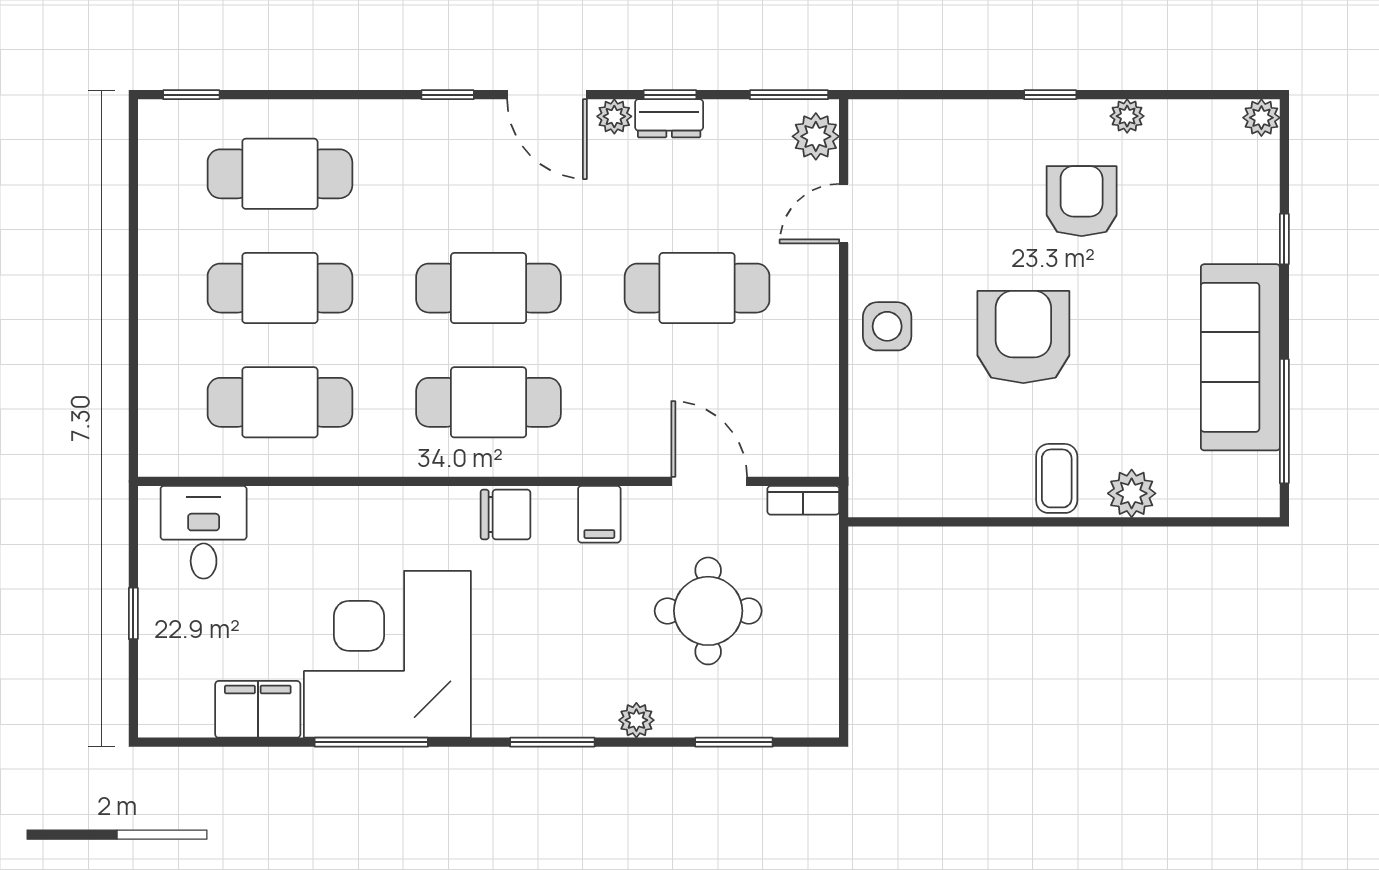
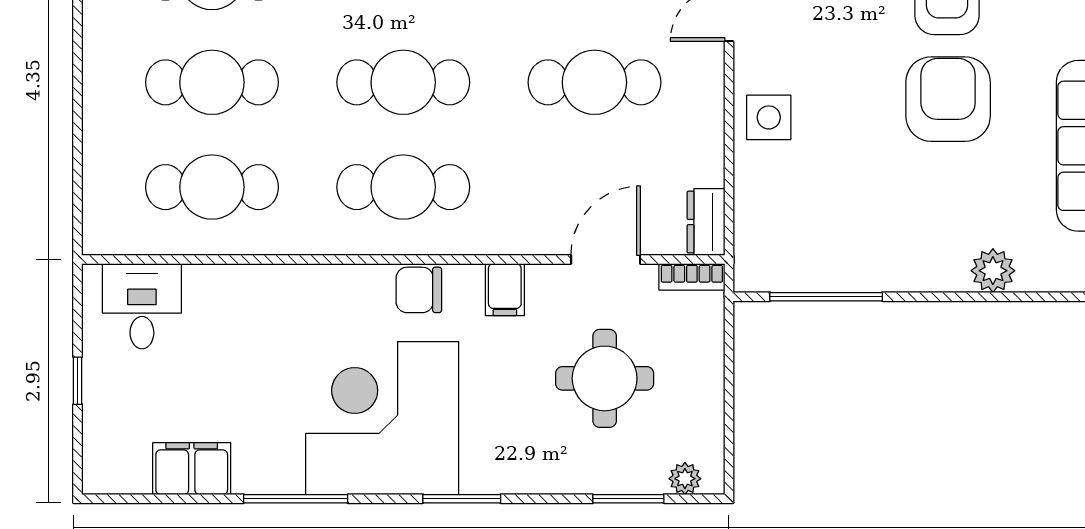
armchair: (1023, 337) -> (948, 99), moved
dresser: (819, 440) -> (706, 222), added
coffee table: (1057, 478) -> (924, 257), removed
door: (709, 481) -> (606, 260), hinge flipped
chair: (506, 514) -> (419, 290), turned 180
window: (950, 522) -> (826, 297), added
corner desk: (387, 654) -> (382, 418), moved
plant: (636, 720) -> (685, 479), moved

